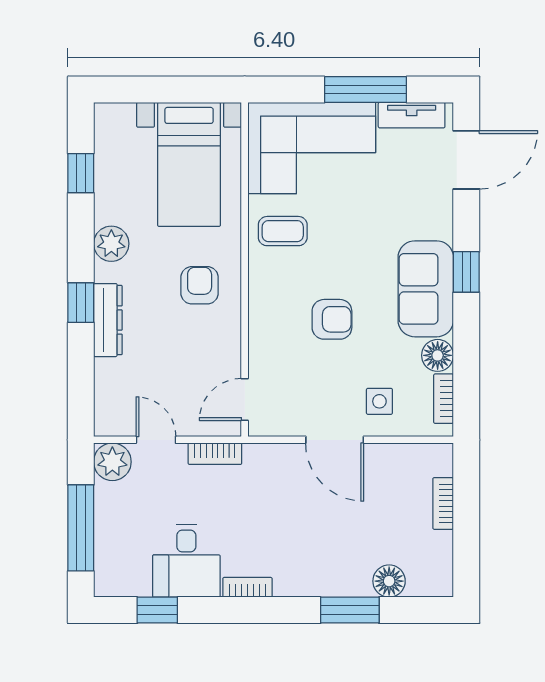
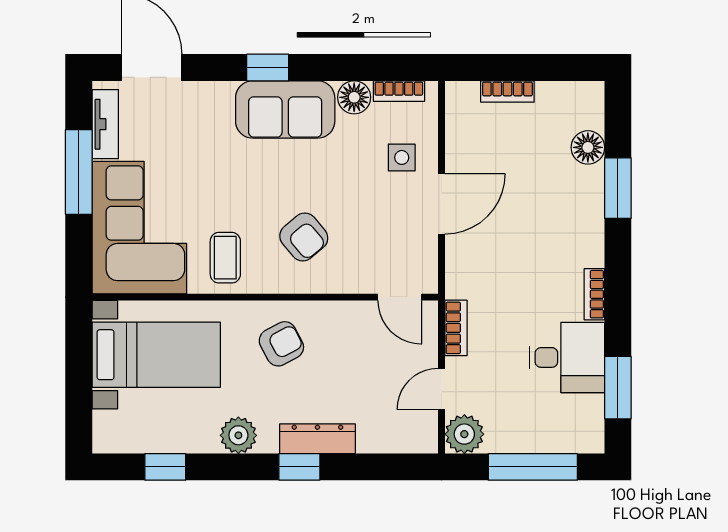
armchair: (200, 285) -> (281, 344), turned 152
armchair: (332, 319) -> (304, 237), moved, turned 140
window: (157, 610) -> (618, 388), width x1.50

